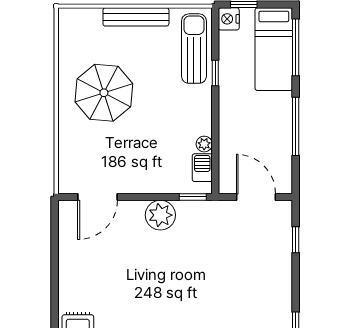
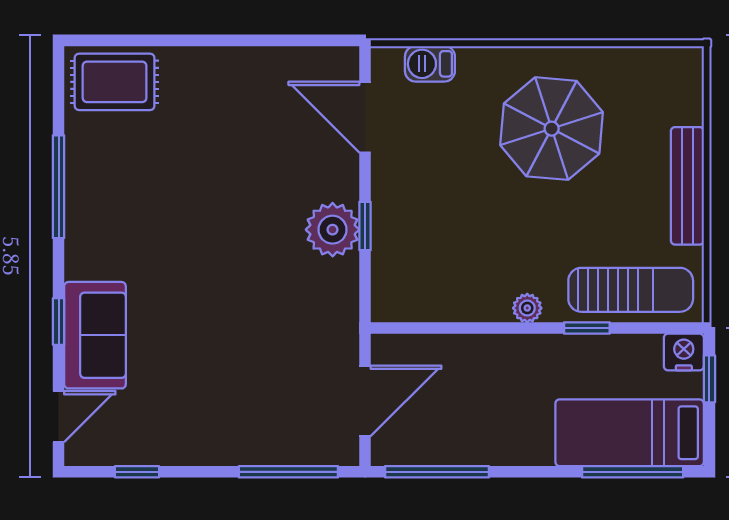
window: (296, 126) -> (437, 472), moved
plant: (204, 144) -> (527, 308), moved
barbecue: (202, 168) -> (430, 64), moved, turned 180
window: (193, 197) -> (365, 226), moved
window: (296, 240) -> (288, 472), width x2.17

